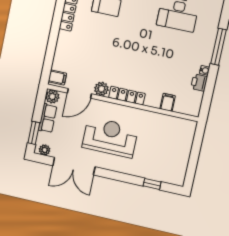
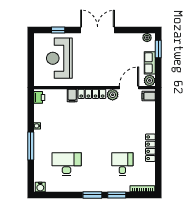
printer: (199, 83) -> (39, 97), moved
filing cabinet: (168, 102) -> (72, 96), moved
reception desk: (110, 137) -> (59, 58), moved, turned 90
double door: (74, 166) -> (98, 30), moved

